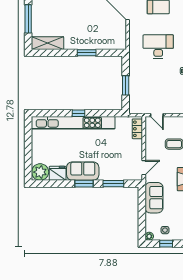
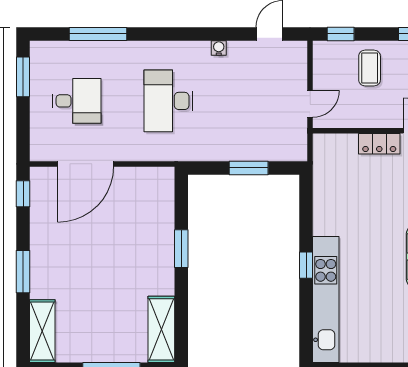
kitchen unit: (73, 123) -> (326, 299), width x0.73
locker: (137, 129) -> (379, 144), moved

